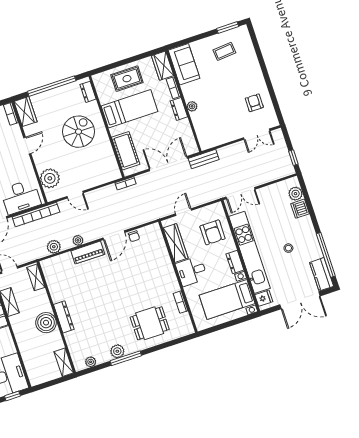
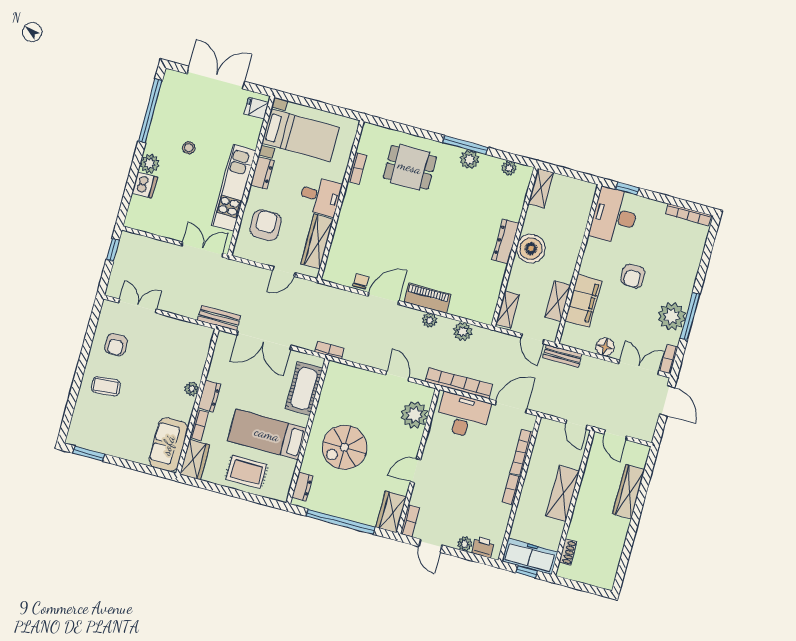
coffee table: (224, 51) -> (106, 386), moved
plant: (296, 194) -> (150, 164), moved
kitchen unit: (250, 252) -> (234, 188), width x0.73
kitchen counter: (322, 274) -> (170, 91), removed

